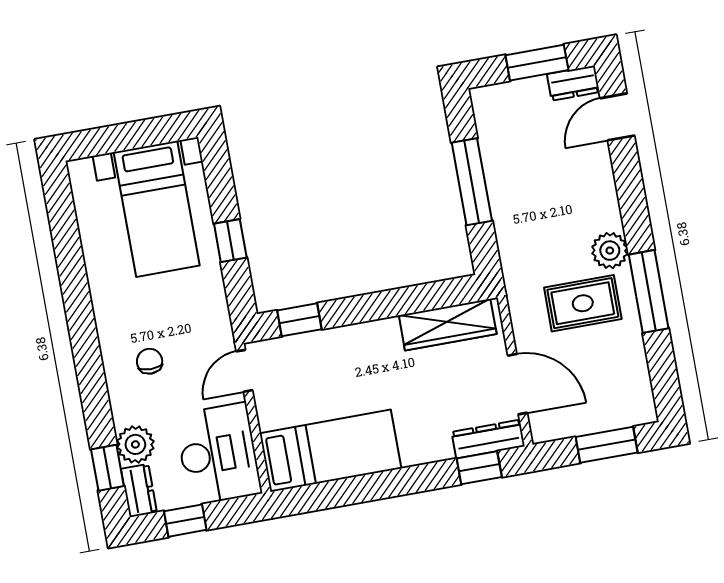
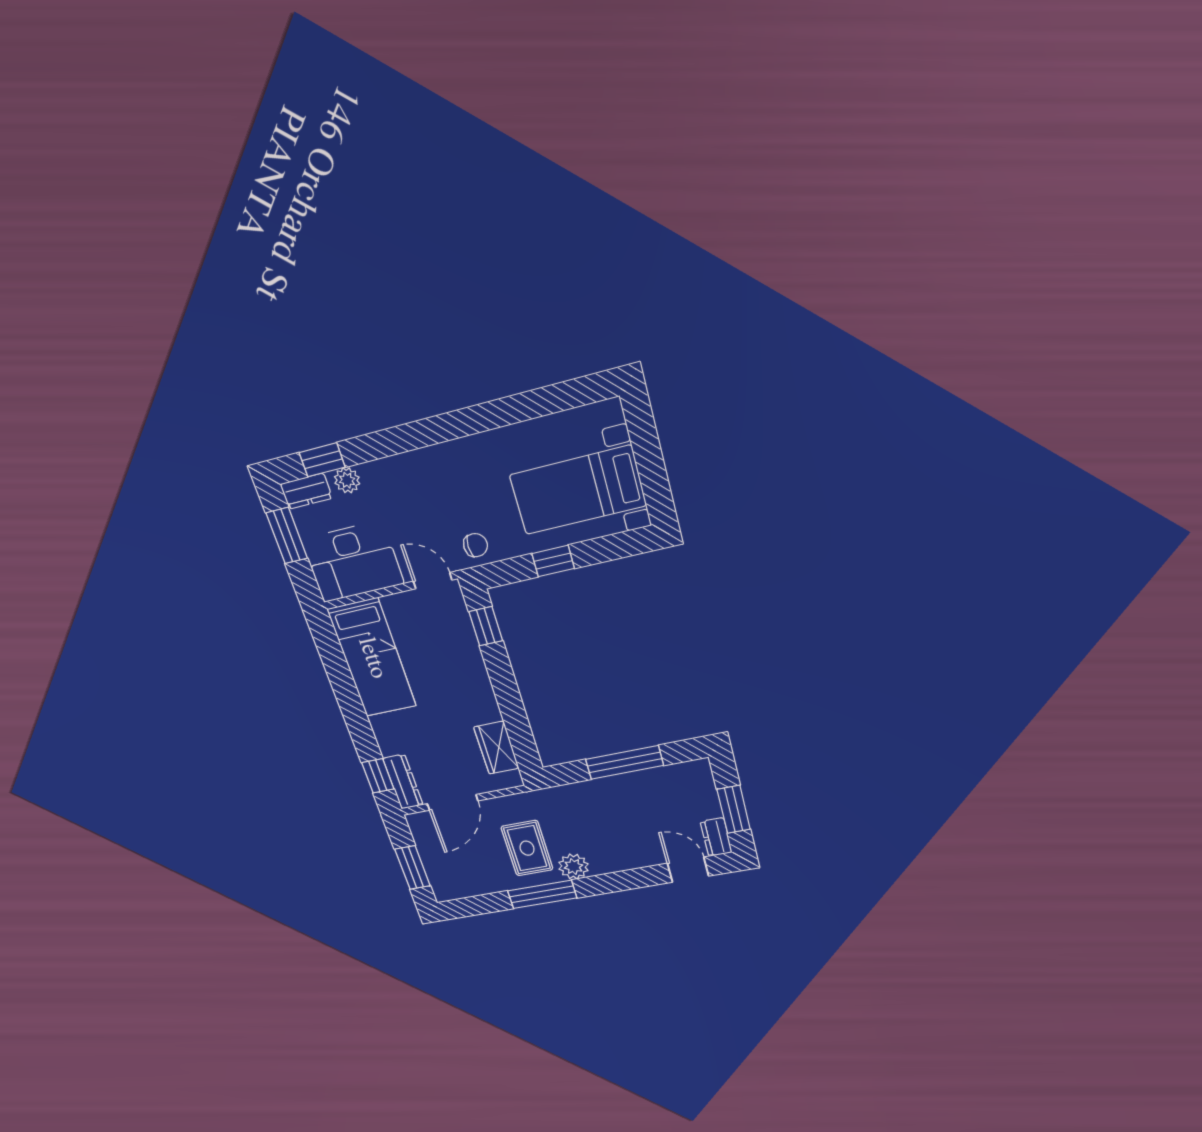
wardrobe: (448, 325) -> (496, 748), width x0.67
chair: (150, 361) -> (476, 545), moved
plant: (135, 444) -> (347, 480), width x0.73, depth x0.73
window: (185, 521) -> (287, 536), width x1.50

